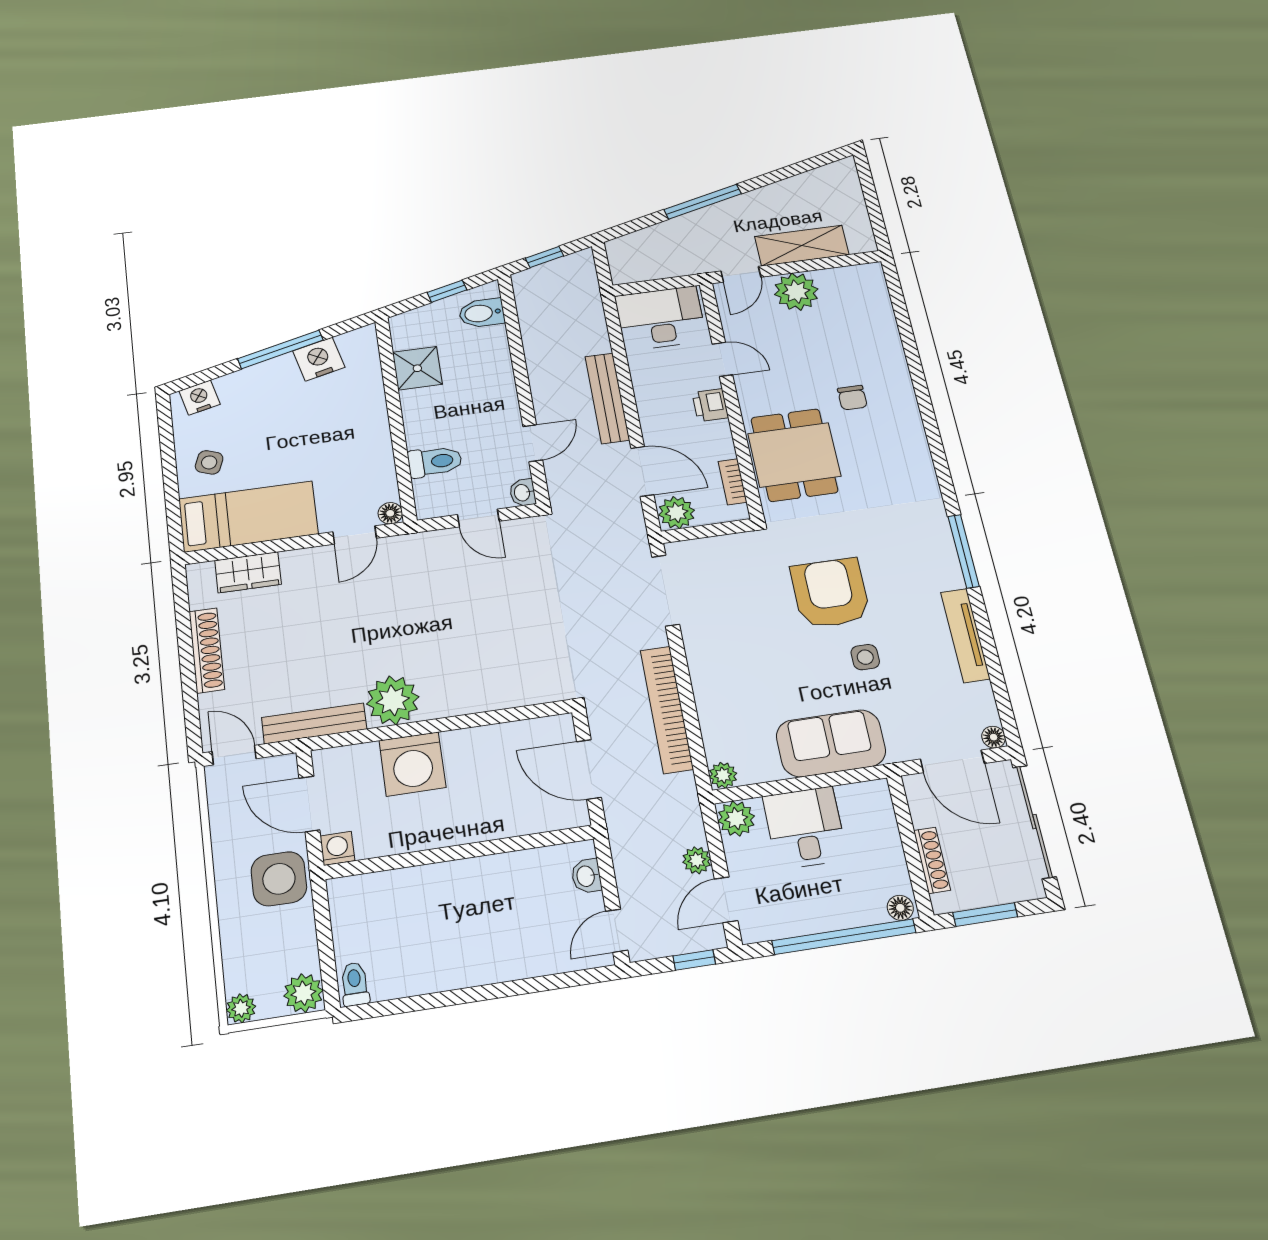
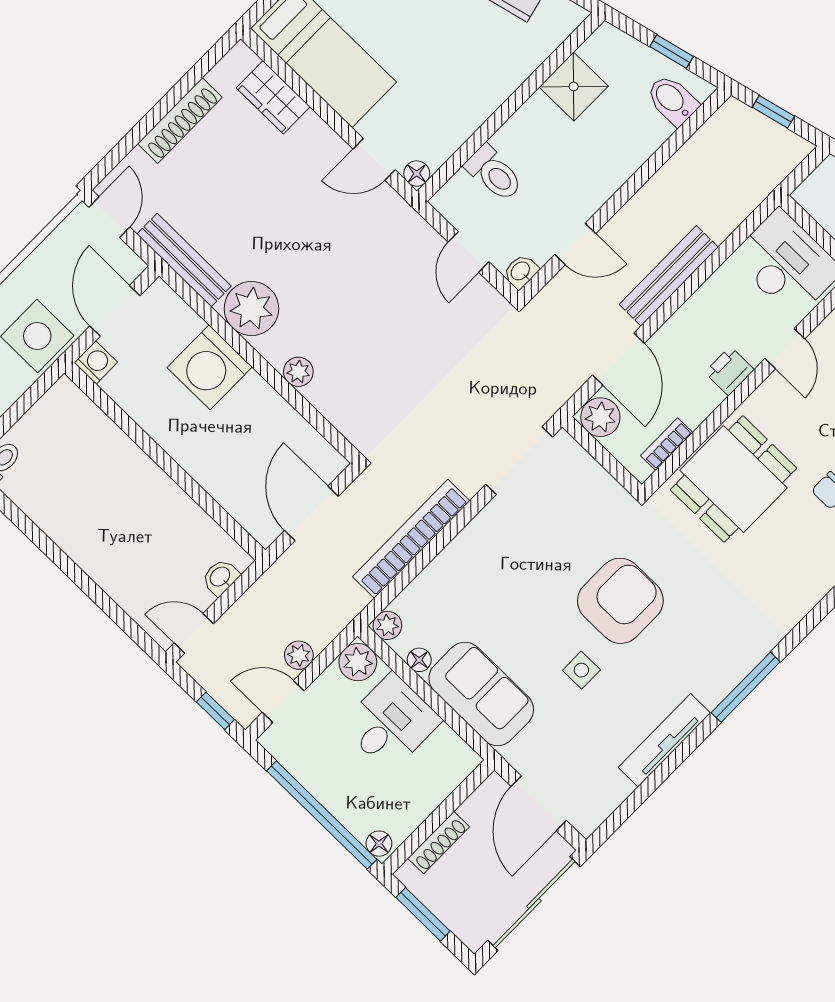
plant: (470, 701) -> (298, 372), added
floor lamp: (994, 737) -> (419, 660), moved

